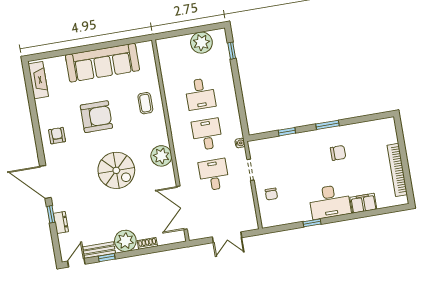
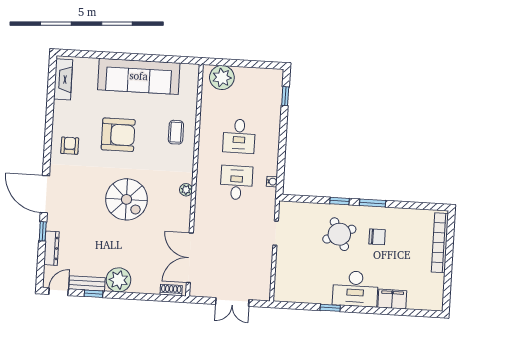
plant: (201, 43) -> (222, 78), moved
window: (287, 132) -> (340, 201), moved
water cooler: (240, 143) -> (272, 182), moved
plant: (161, 156) -> (186, 190), width x0.53, depth x0.53
round table: (305, 158) -> (339, 234), added
bookcase: (397, 170) -> (440, 243), moved
desk: (214, 175) -> (234, 229), removed
chair: (271, 194) -> (292, 265), removed
dresser: (61, 222) -> (51, 248), width x1.44
shoe rack: (147, 243) -> (171, 290), moved

